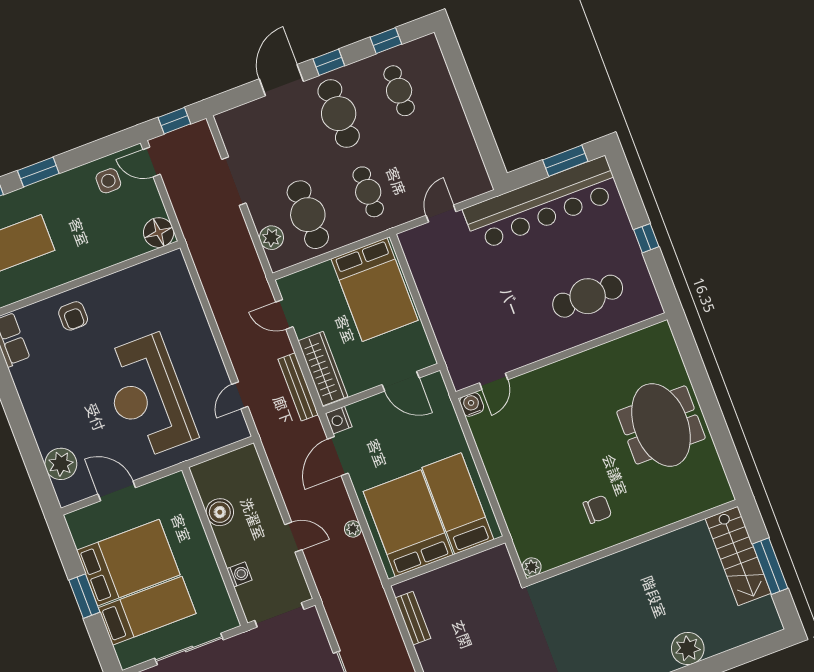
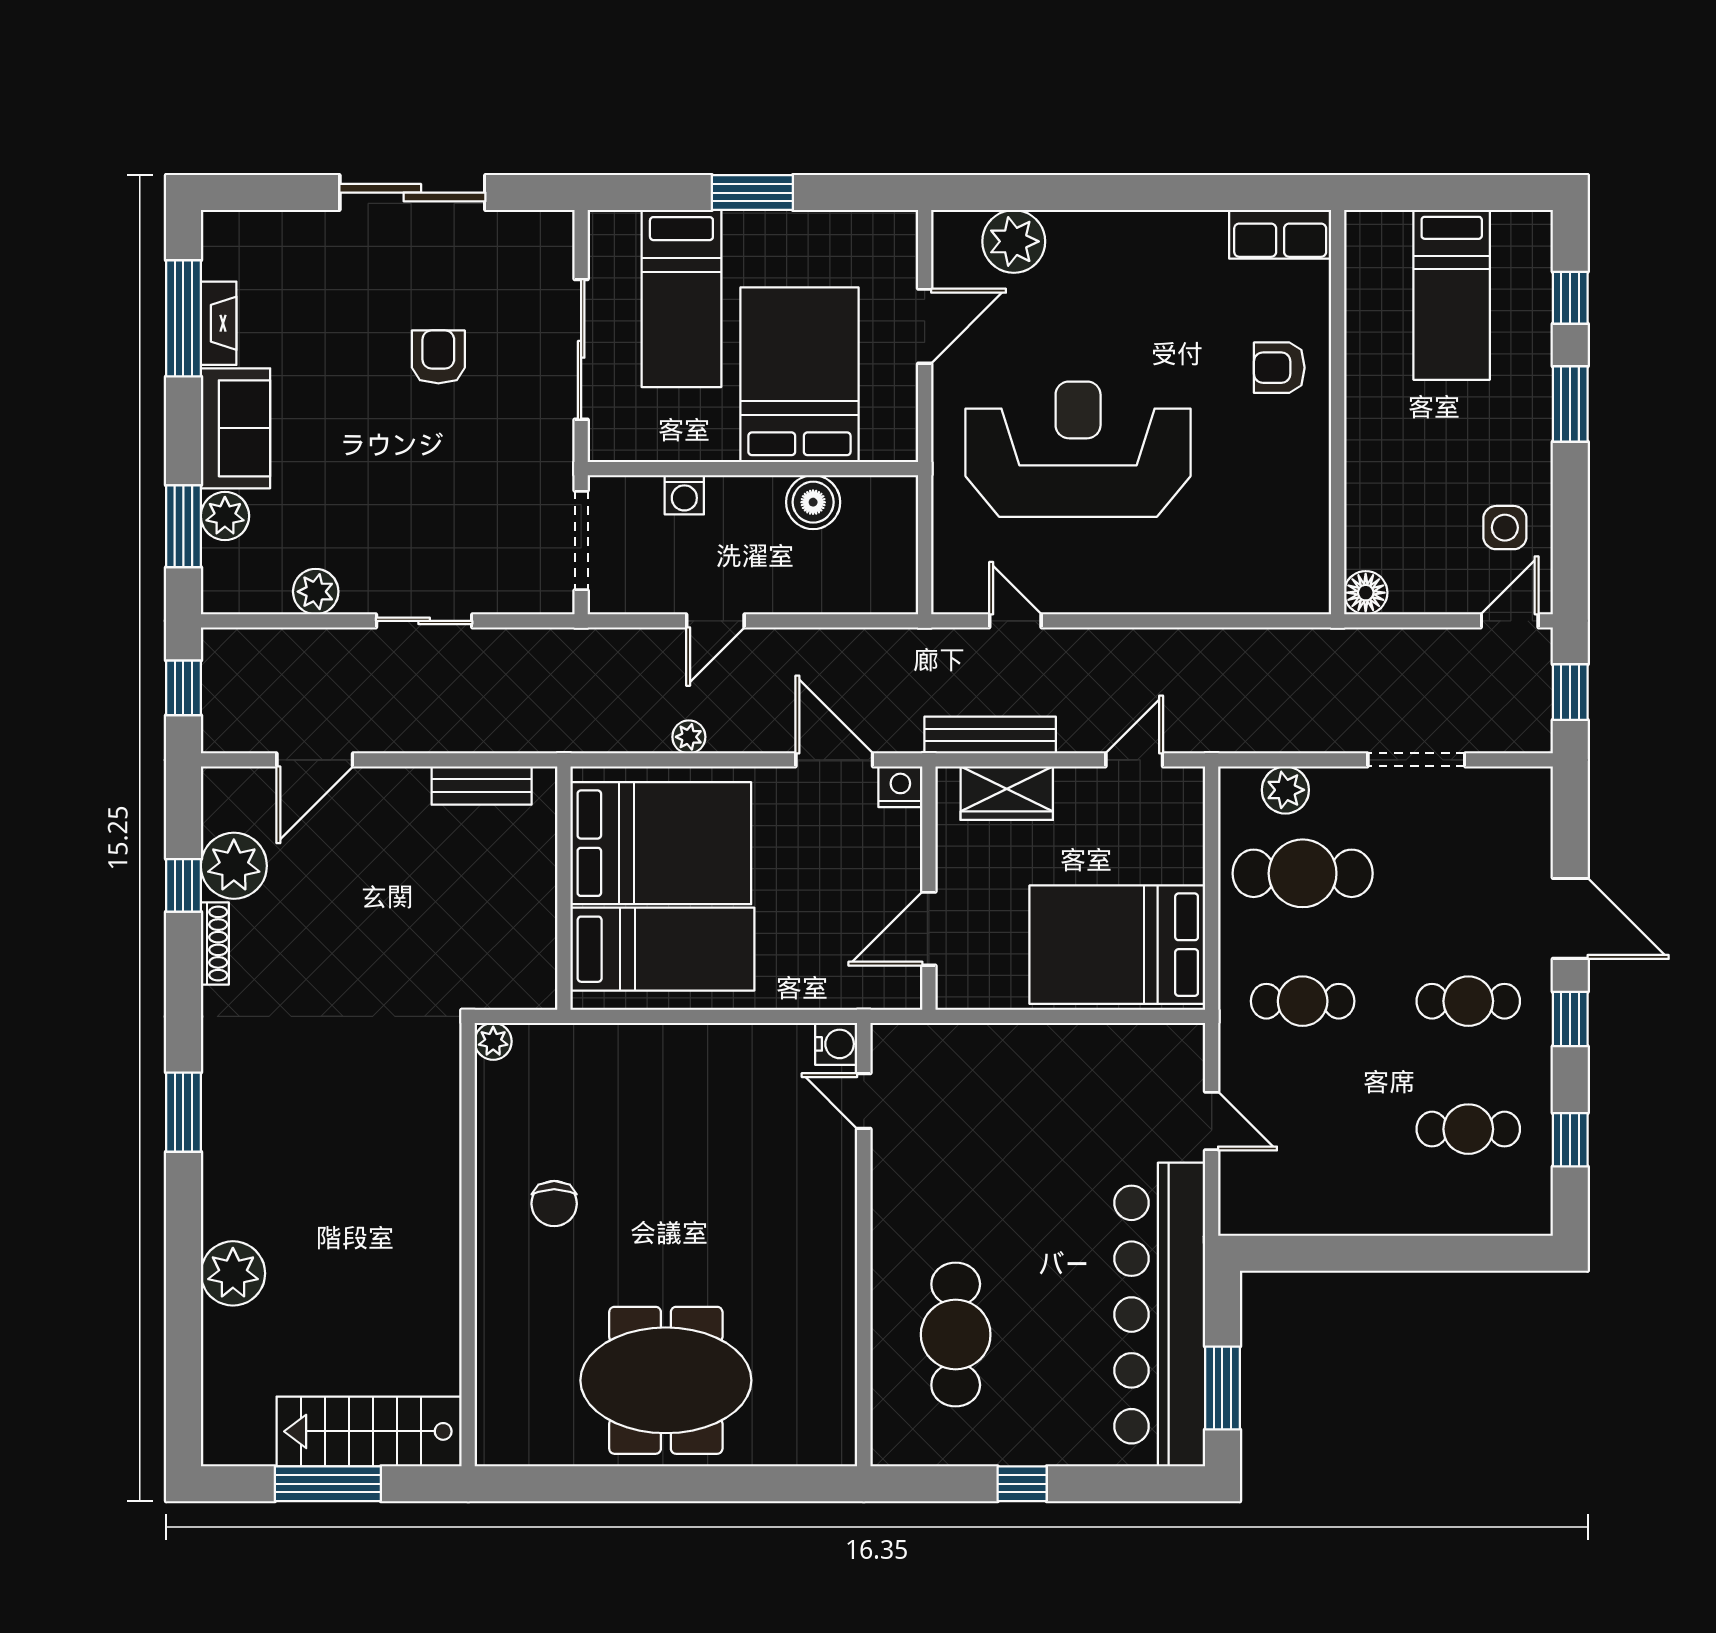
cafe table: (339, 114) -> (1468, 1001), width x0.73, depth x0.74
floor lamp: (159, 233) -> (1366, 593), width x0.73, depth x0.73
wardrobe: (323, 369) -> (1007, 793), width x0.67
bed: (128, 563) -> (799, 375), moved, turned 180

